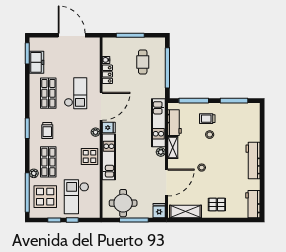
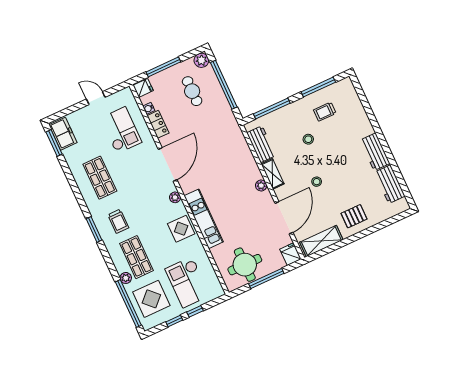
door: (72, 35) -> (96, 98), width x0.53
plant: (159, 43) -> (201, 60), added
freezer: (37, 62) -> (63, 134), moved
checkout: (76, 93) -> (121, 130), moved
trolley: (207, 119) -> (325, 112), moved
kitchen unit: (158, 123) -> (243, 153), removed
fridge: (109, 128) -> (143, 88), moved
workbench: (253, 160) -> (375, 152), width x0.73
workbench: (253, 204) -> (390, 184), moved

